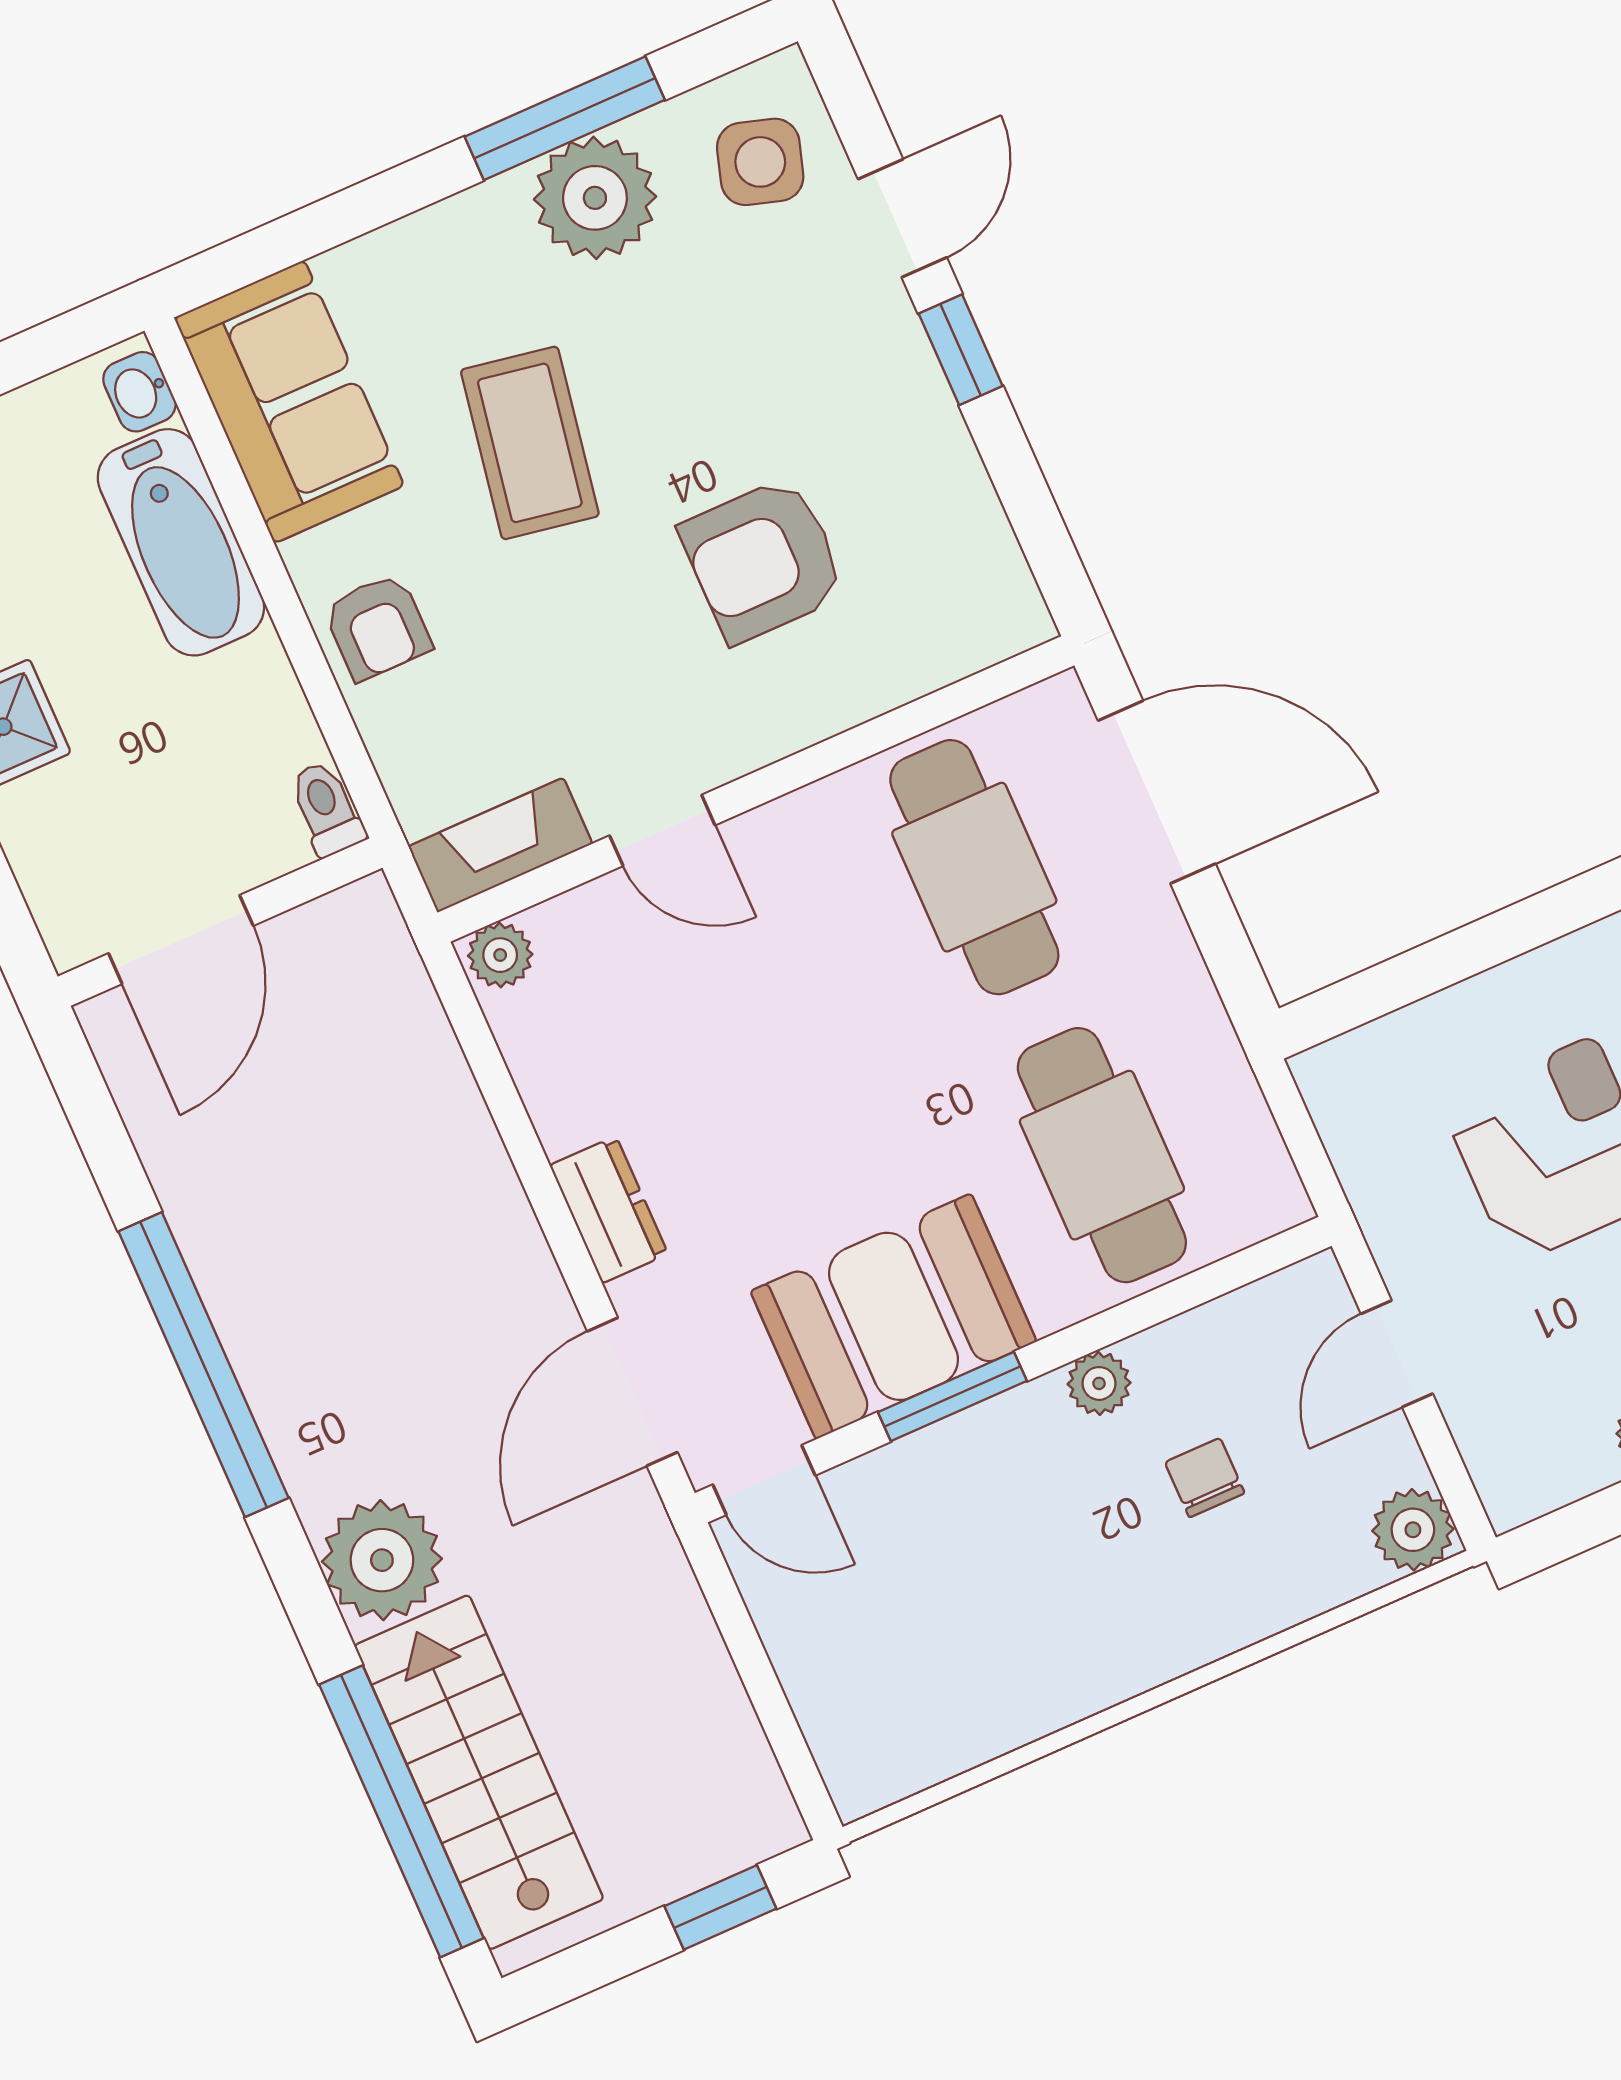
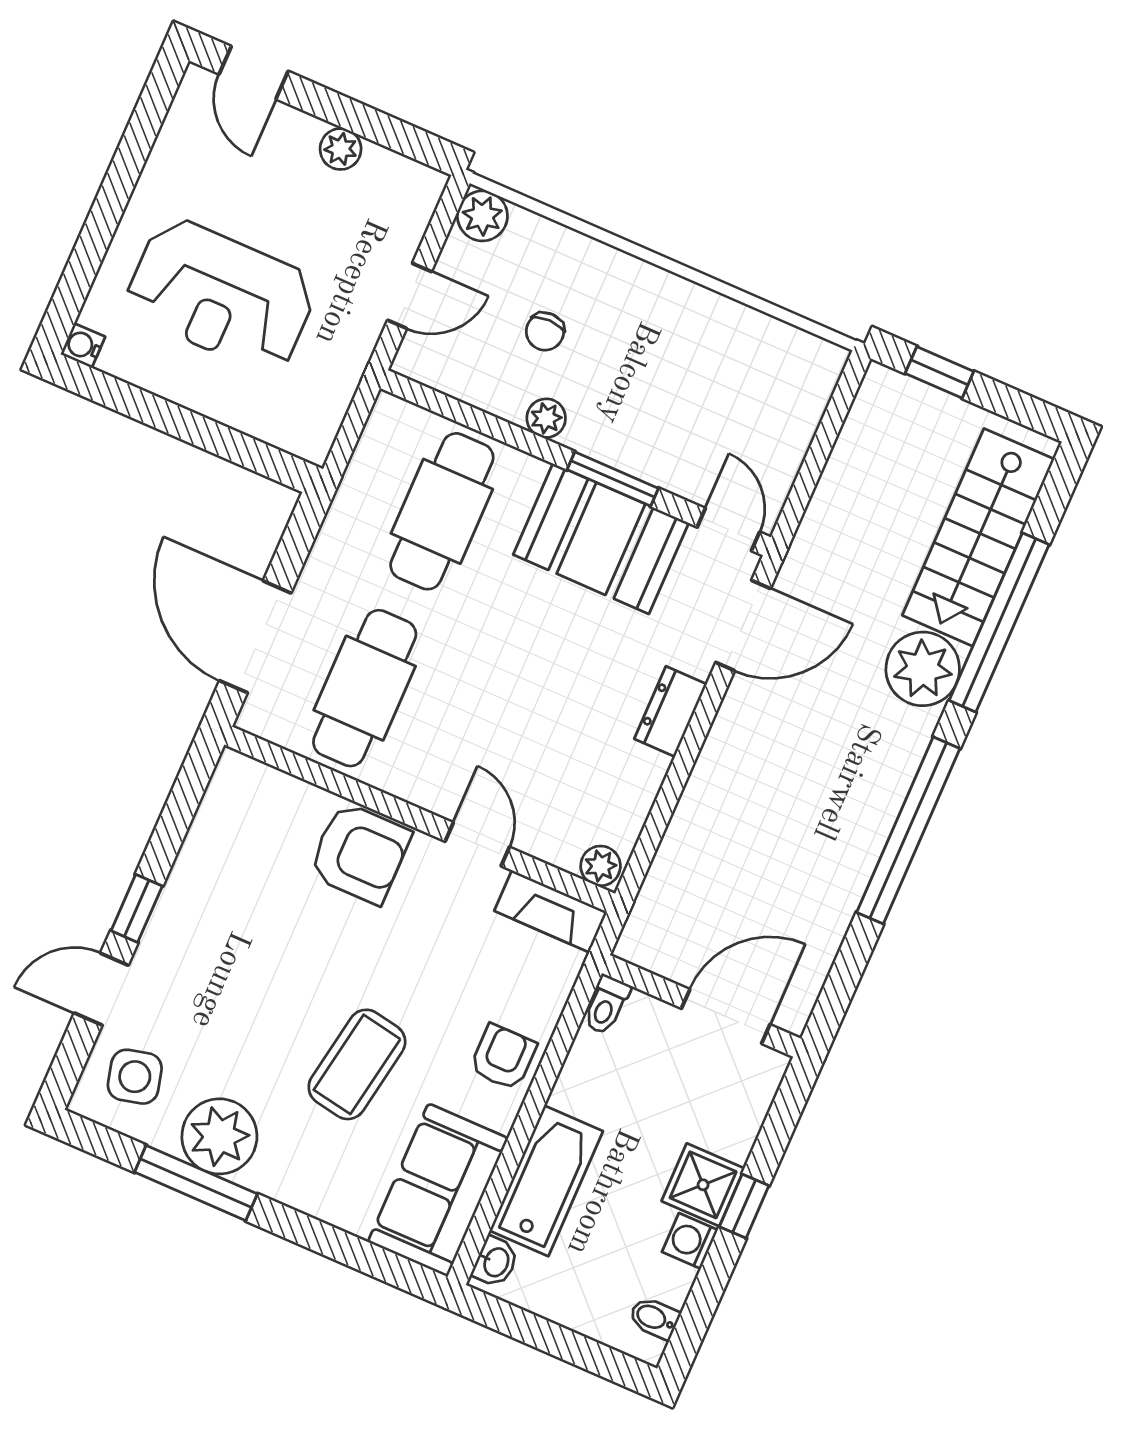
side table: (760, 162) -> (135, 1077), turned -31
armchair: (763, 560) -> (360, 853), moved
window: (401, 1811) -> (999, 623), moved

